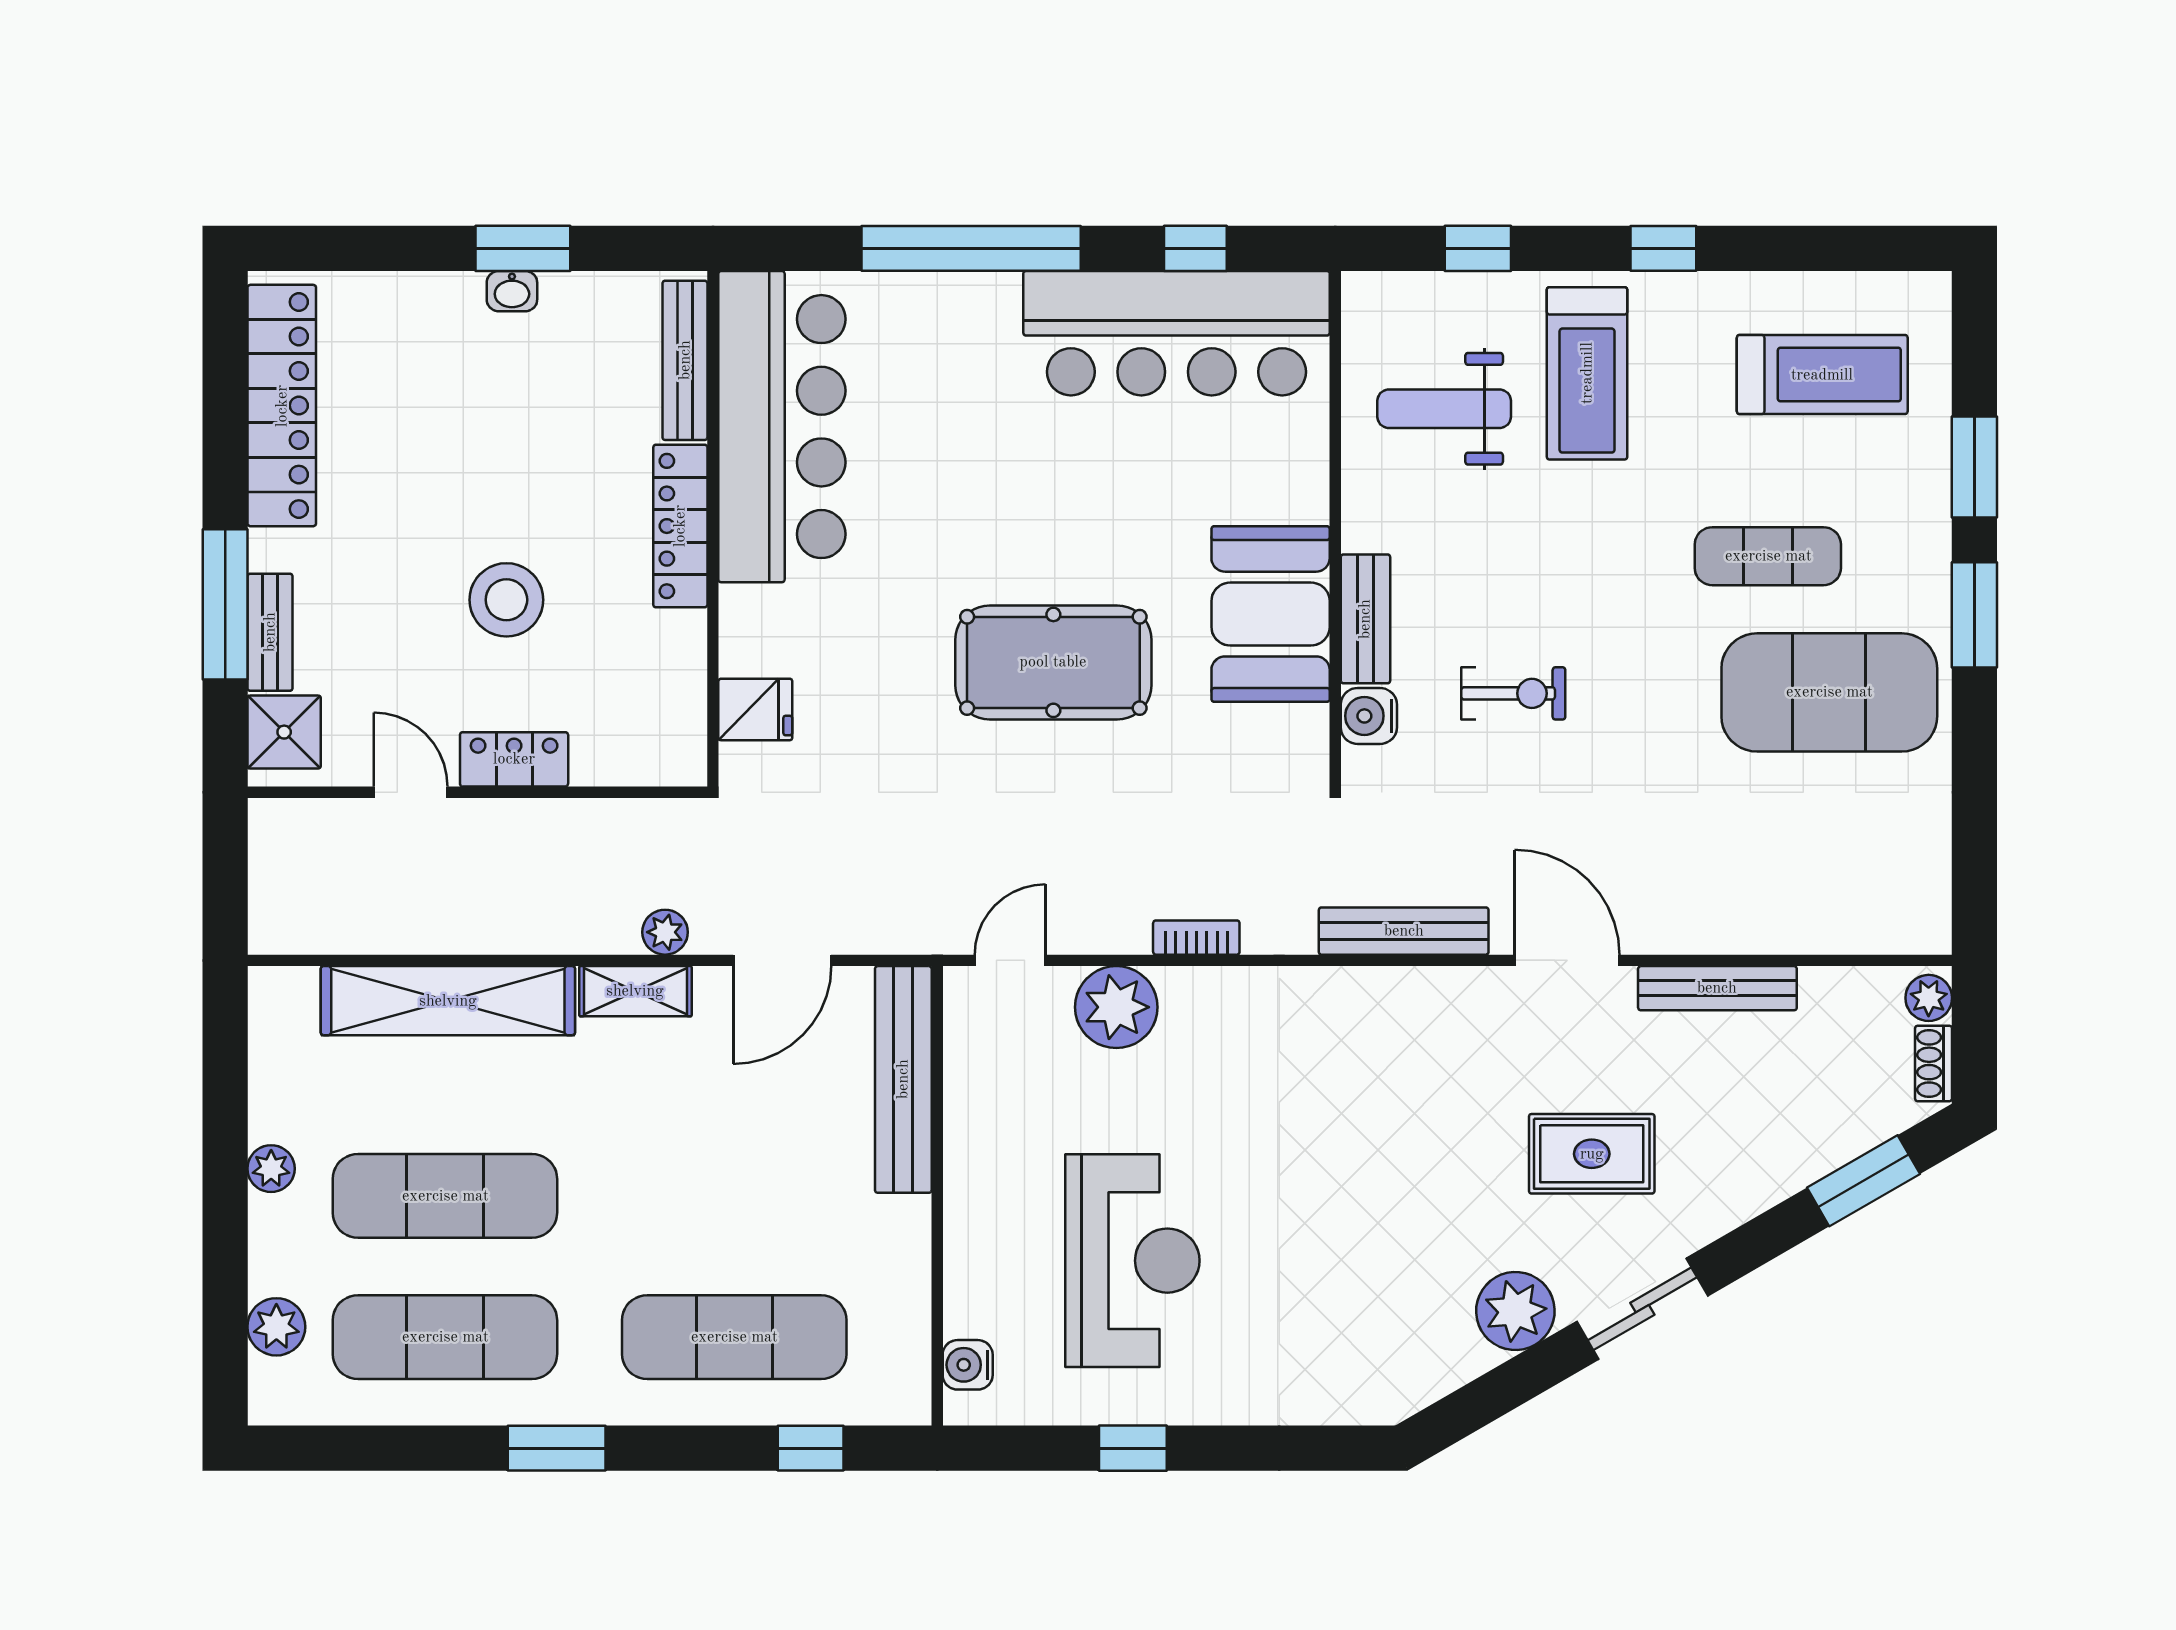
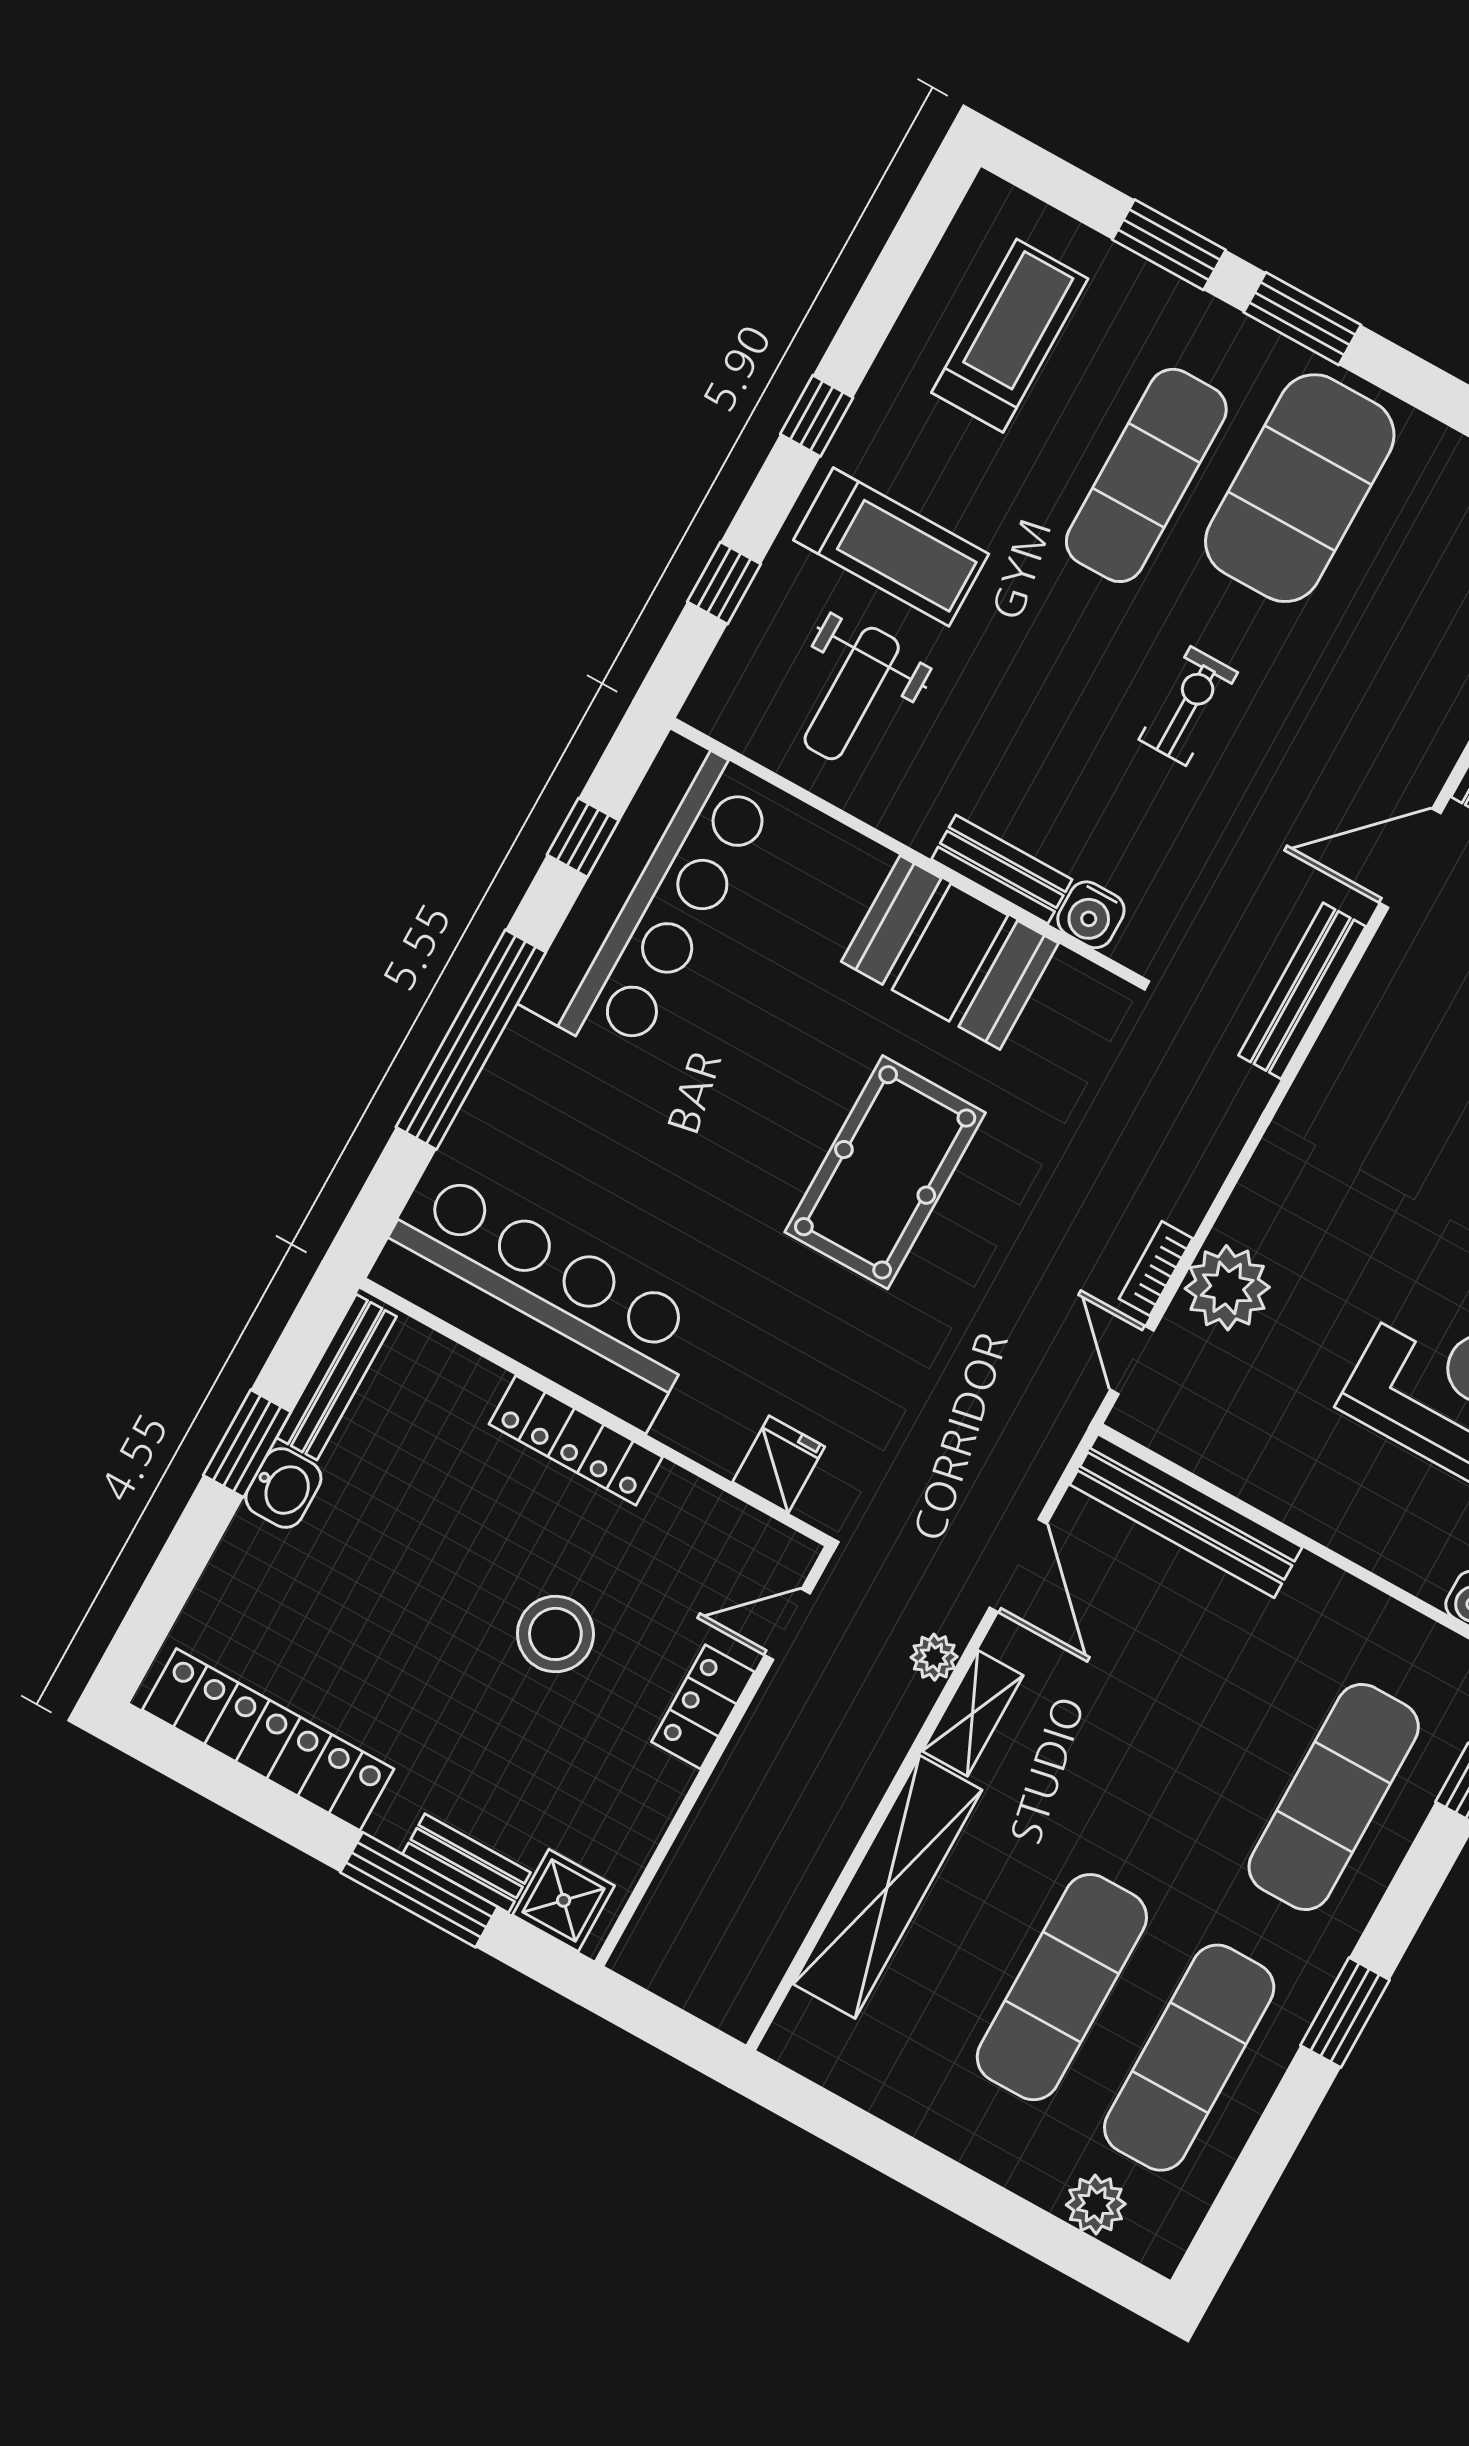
washbasin: (512, 291) -> (283, 1488), width x1.38, depth x1.45
bench: (685, 360) -> (337, 1377), moved, turned 90
exercise mat: (1768, 556) -> (1146, 475), width x1.36, depth x1.45
exercise bike: (1513, 693) -> (1188, 706), moved
door: (411, 792) -> (787, 1624), moved
bookcase: (1196, 938) -> (1156, 1269), moved
plant: (271, 1169) -> (950, 2130), removed

